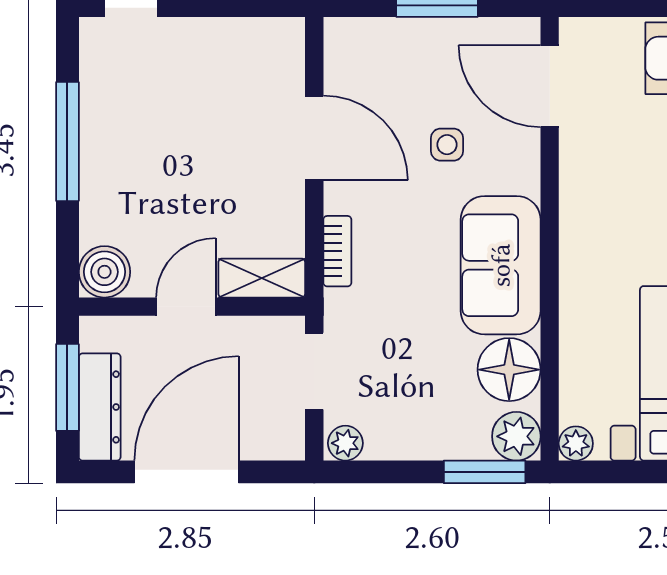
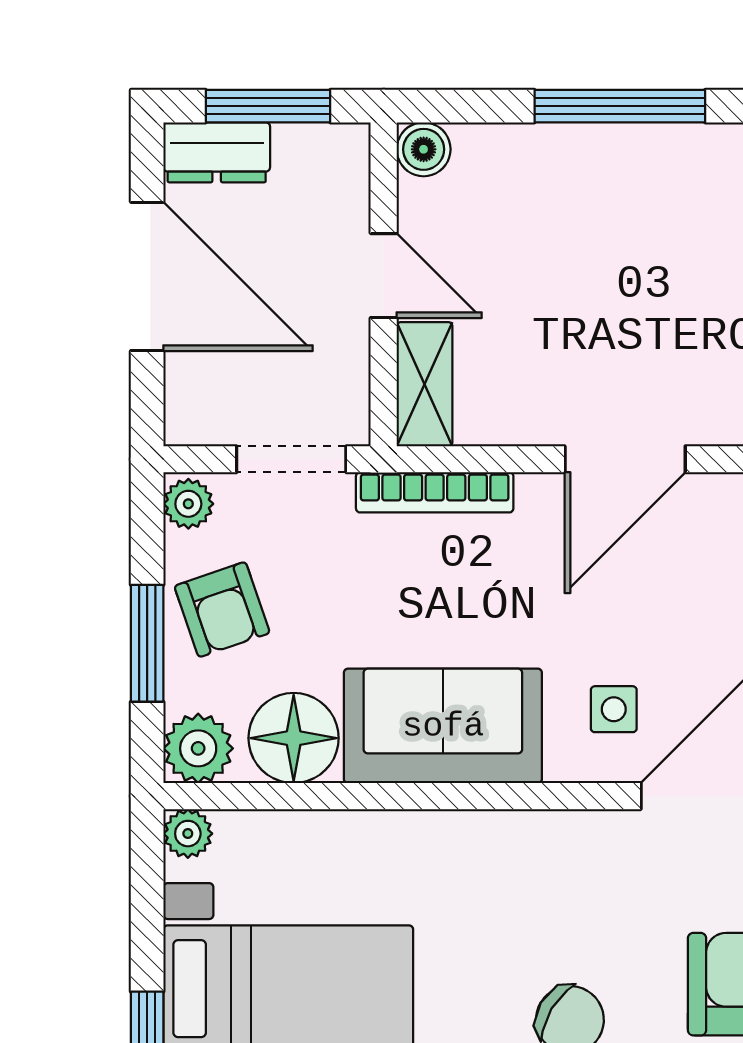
side table: (447, 145) -> (614, 709), moved
bookcase: (337, 251) -> (435, 492), width x1.56
boiler: (104, 272) -> (424, 149), width x0.73, depth x0.73
dresser: (100, 407) -> (217, 152), width x0.70
armchair: (419, 420) -> (222, 610), added
window: (485, 472) -> (147, 643), moved

